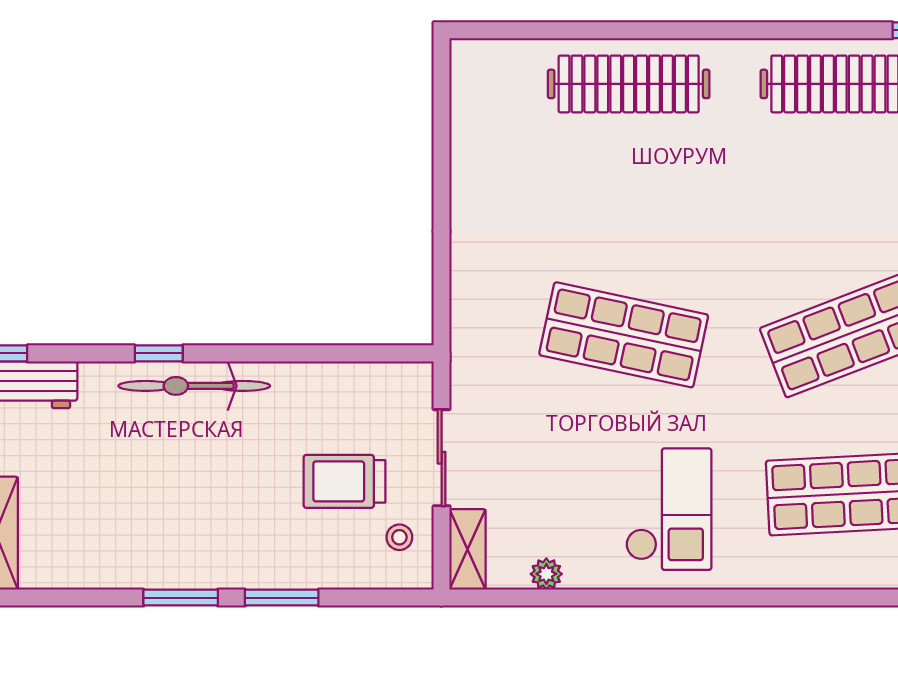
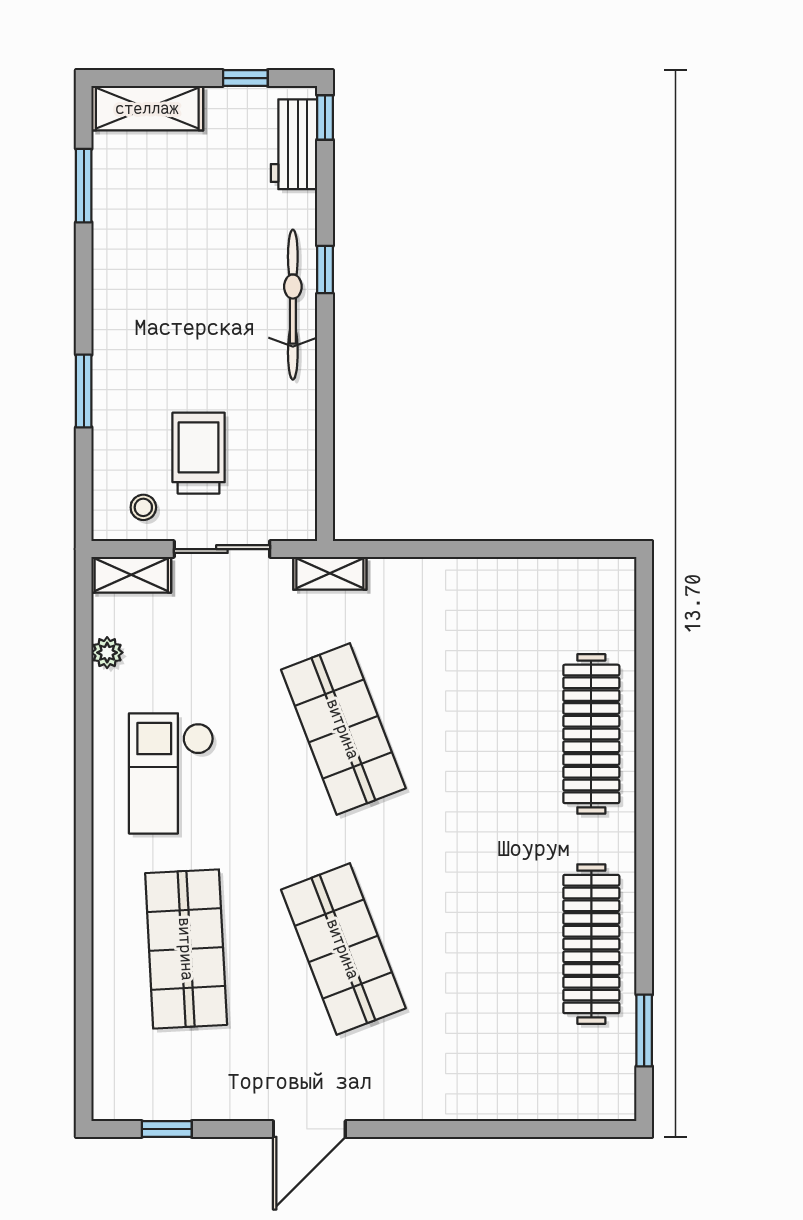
shop shelf: (624, 335) -> (343, 729), turned -33
shelving: (466, 348) -> (330, 573), added
checkout: (669, 509) -> (171, 773), turned 90
window: (181, 598) -> (84, 186), moved

